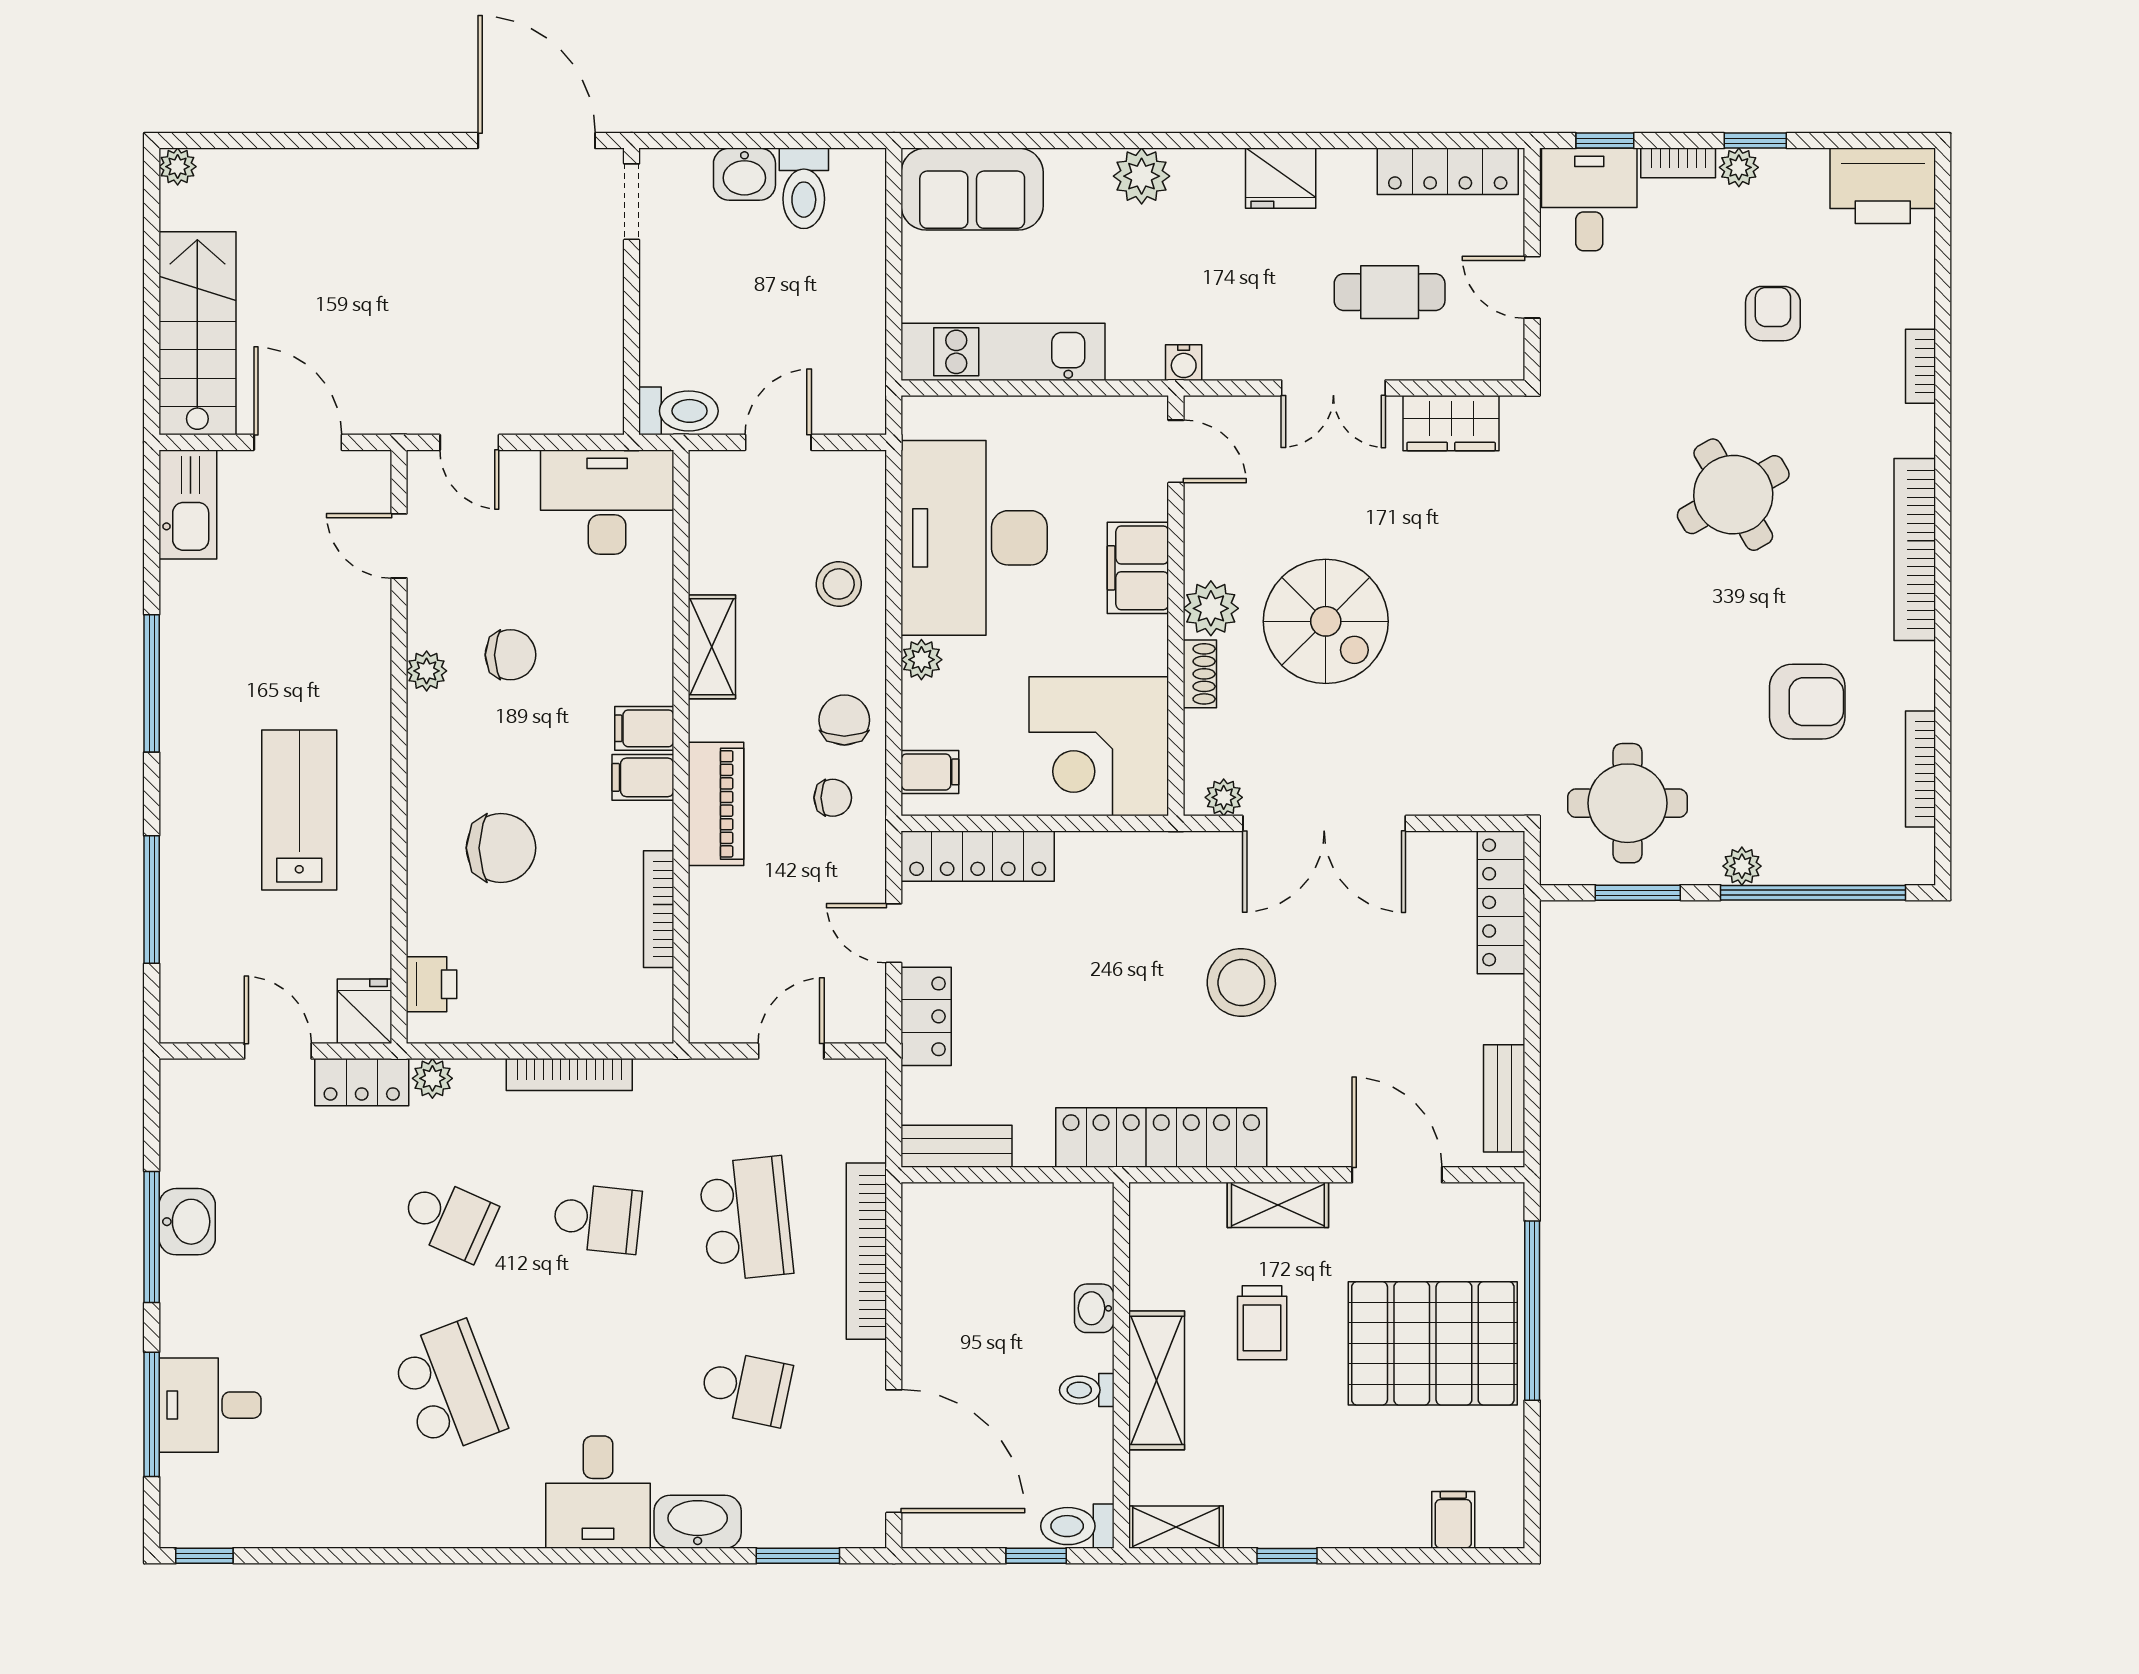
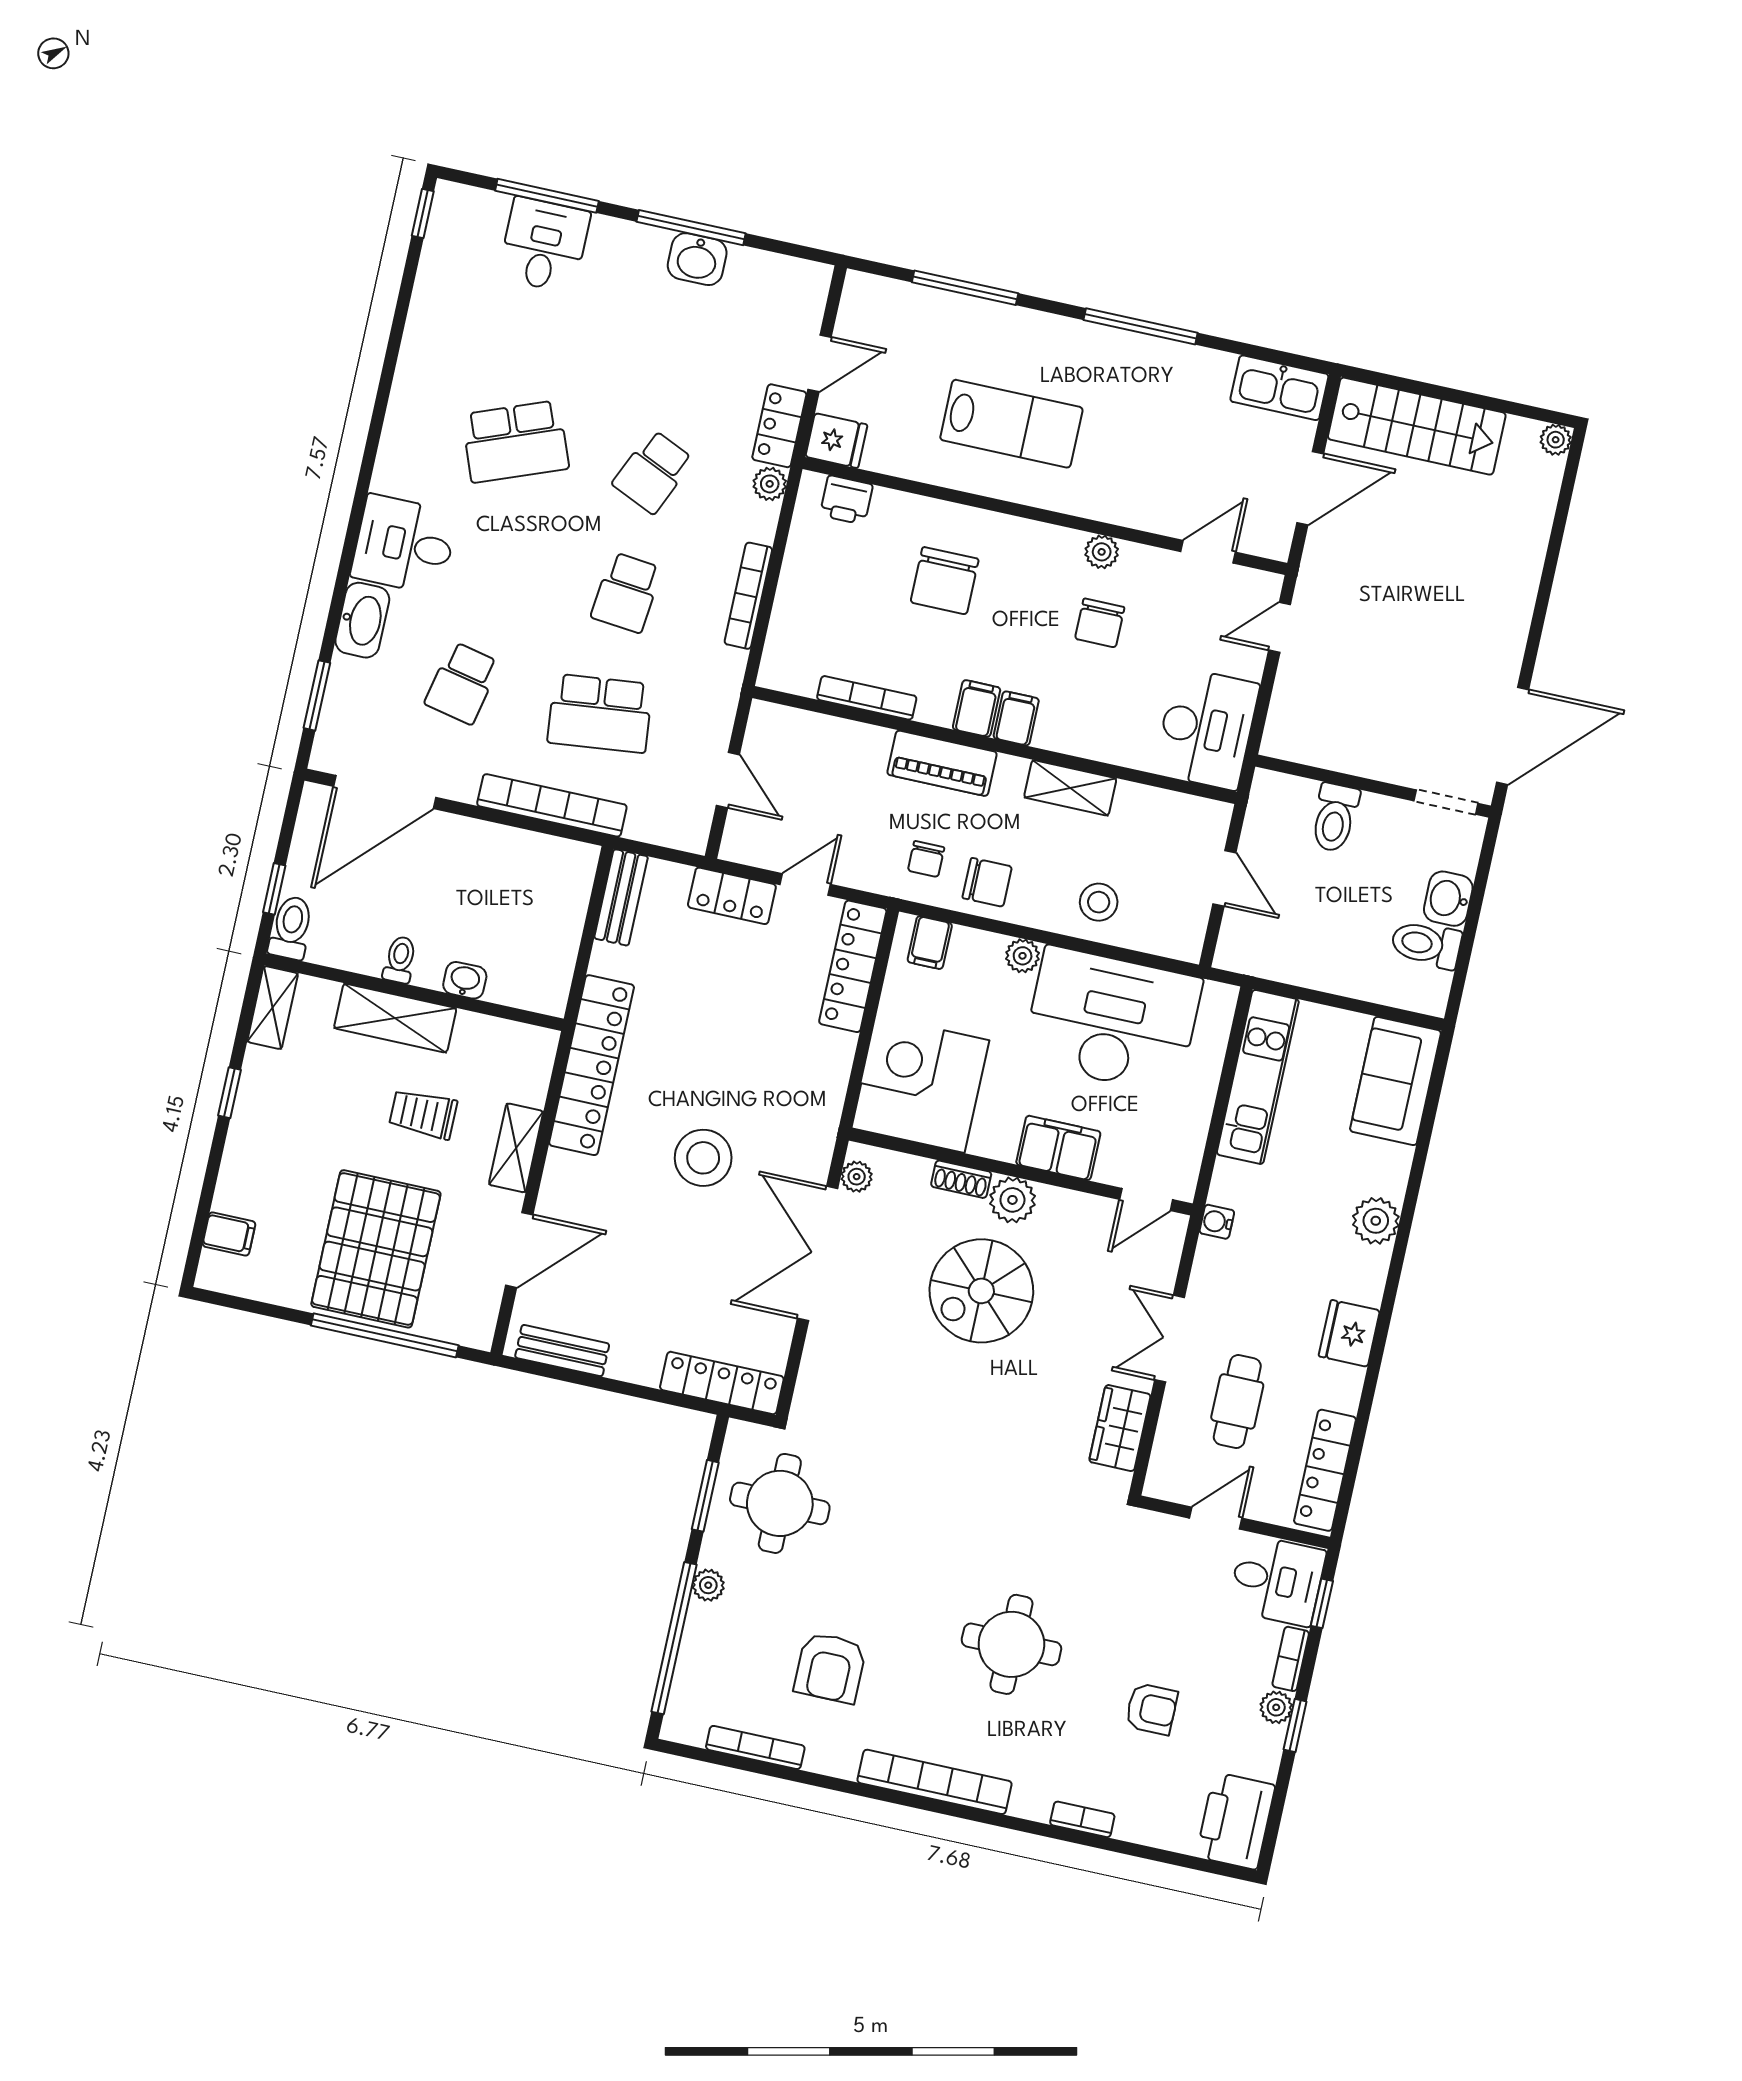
toilet: (678, 411) -> (1335, 818), moved
round table: (1733, 495) -> (1011, 1644), turned 30

